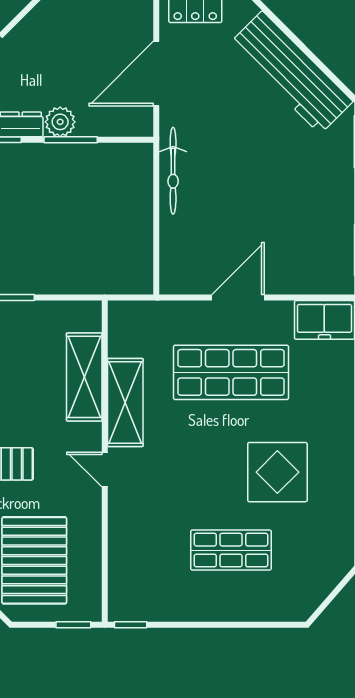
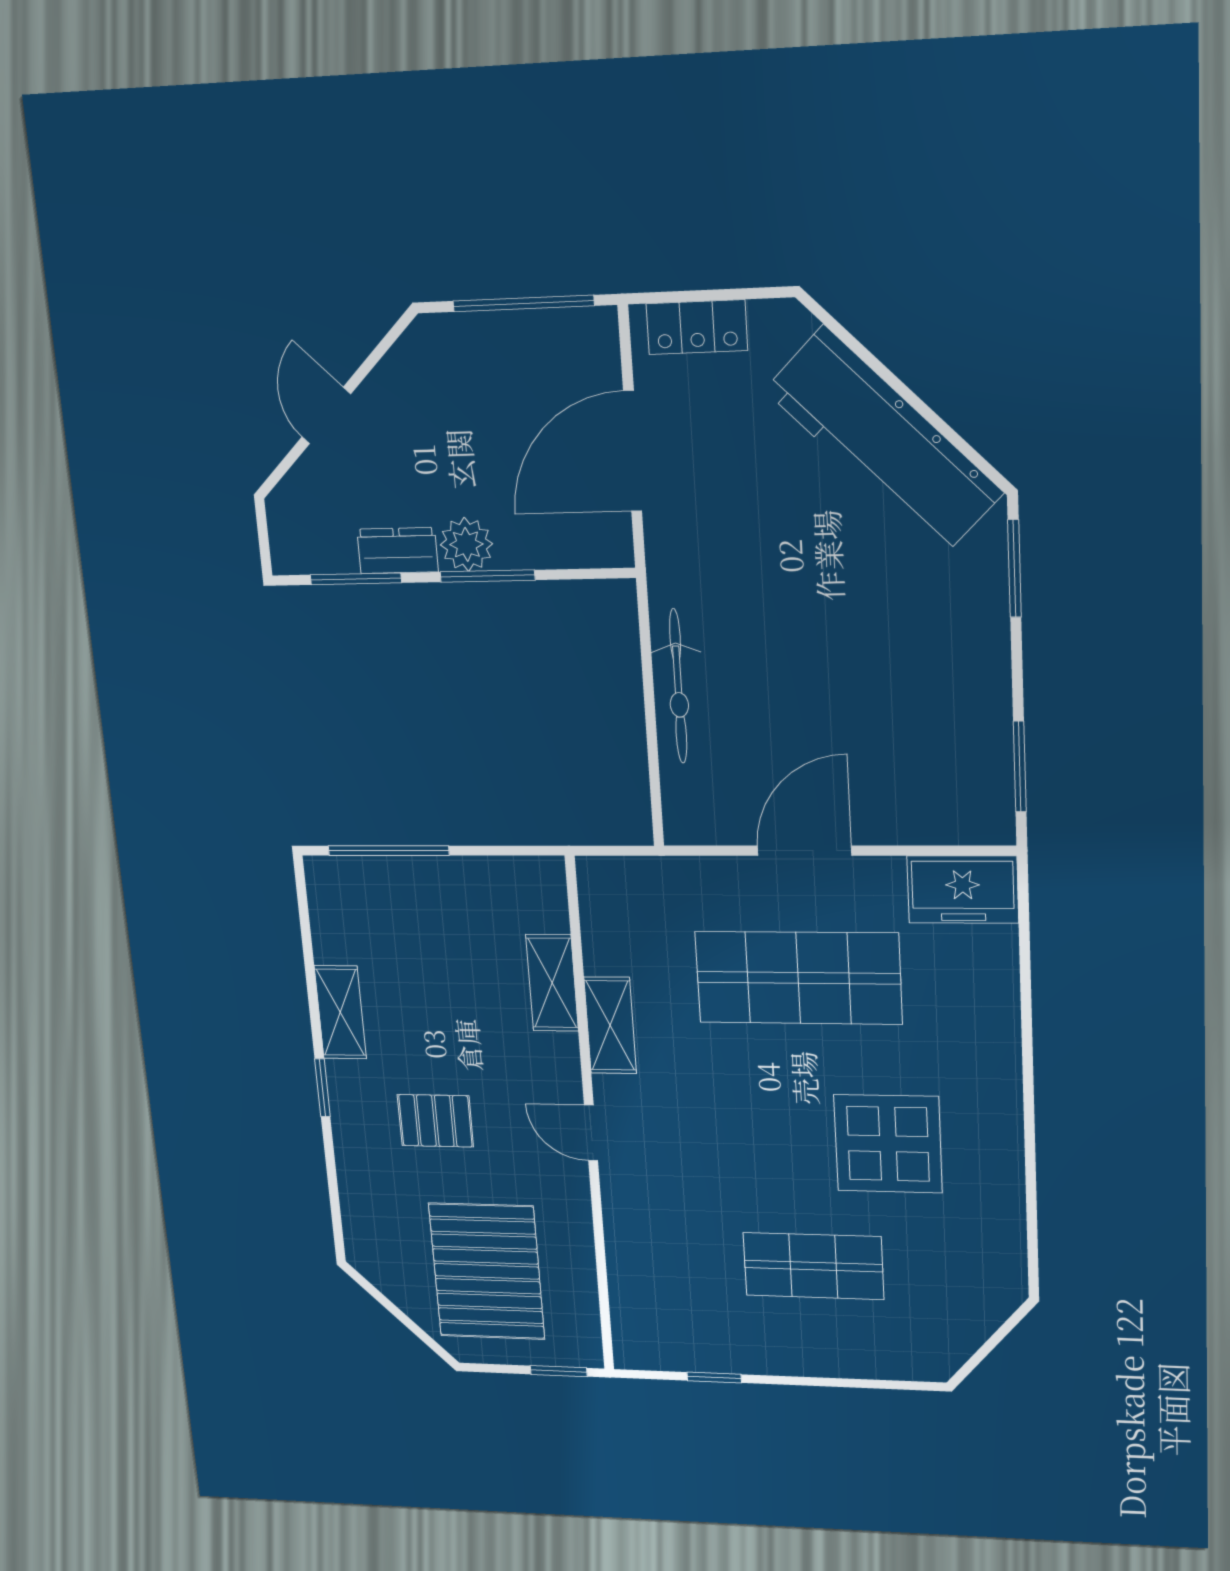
bicycle: (173, 171) -> (678, 686), moved
shelving: (84, 377) -> (552, 983), width x0.67, depth x0.75
shelving: (125, 402) -> (610, 1025), width x0.67, depth x0.75
window: (131, 625) -> (714, 1378), moved

